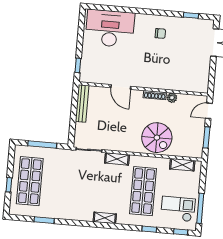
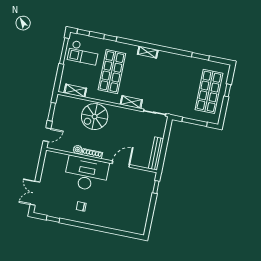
desk: (110, 28) -> (86, 174), moved, turned 180
door: (121, 87) -> (121, 164), hinge flipped
spiral stairs: (157, 138) -> (95, 117), turned -90

